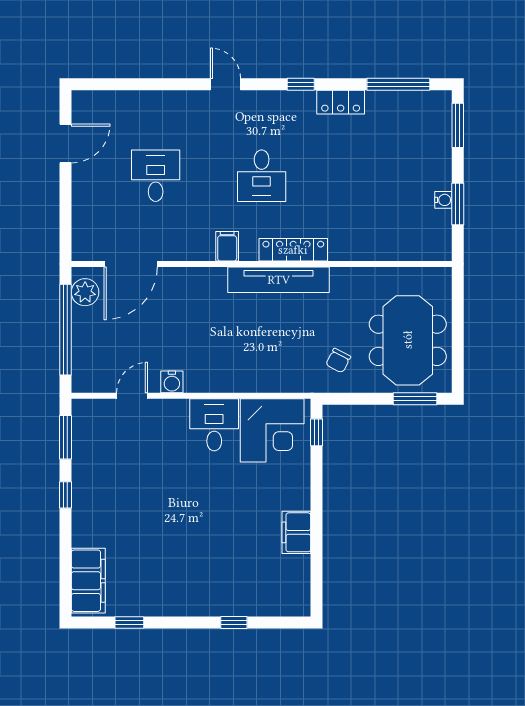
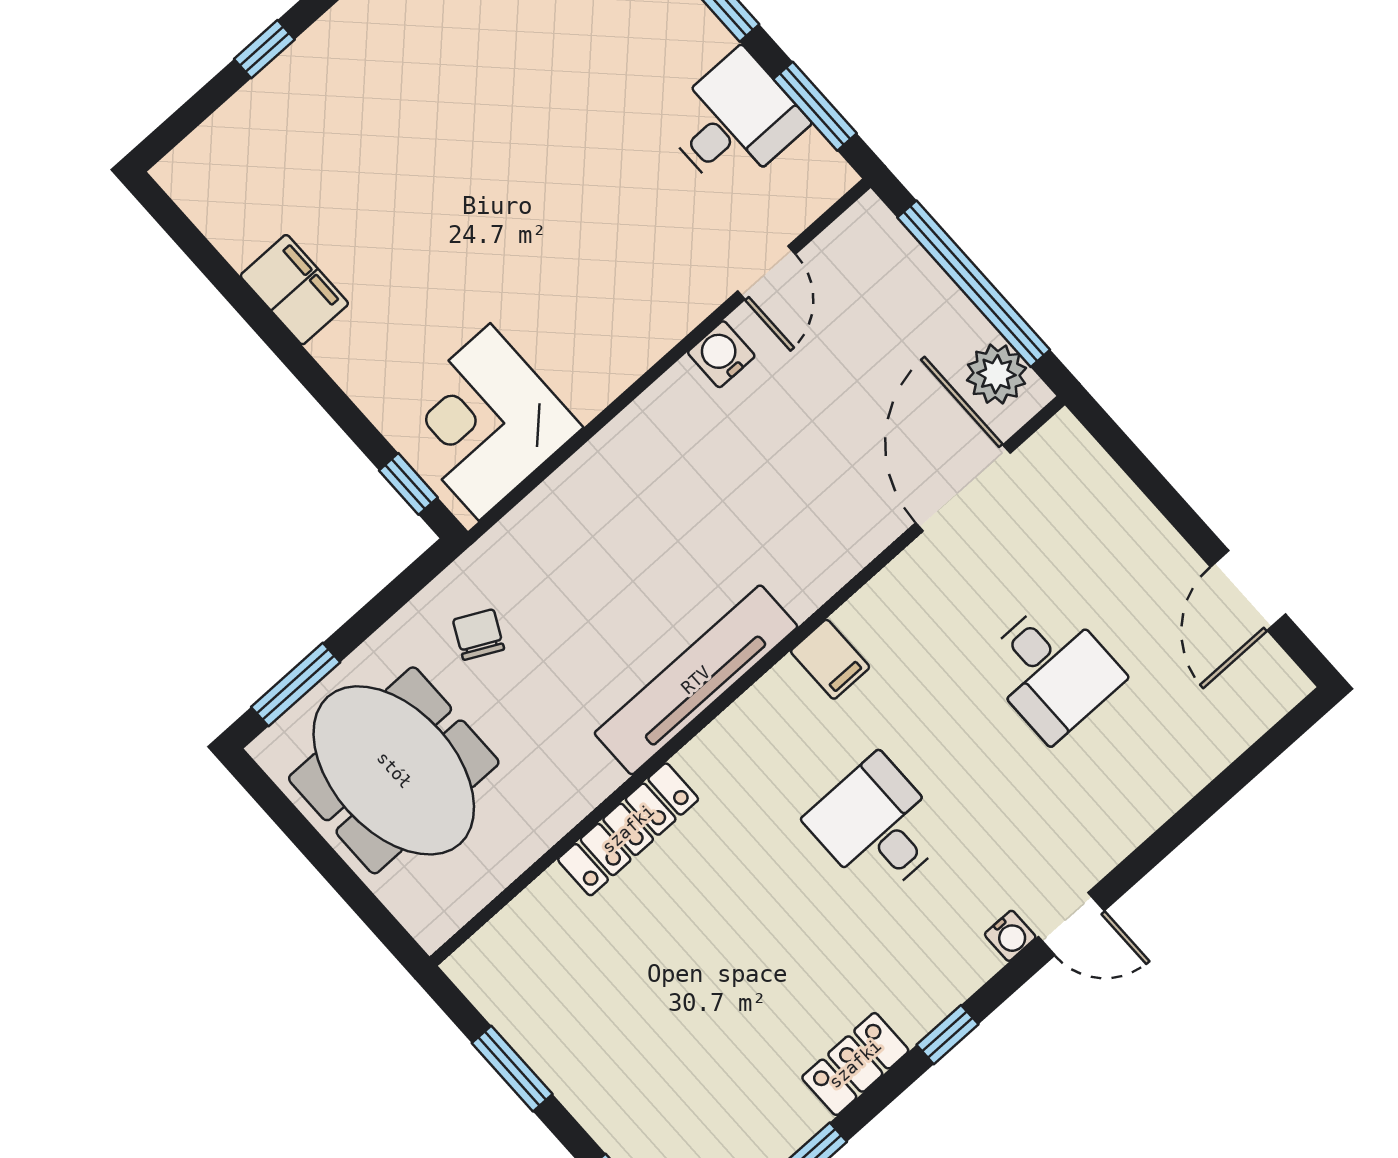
water cooler: (443, 200) -> (1010, 936), moved, turned -90
locker: (293, 250) -> (628, 829), moved
desk: (214, 425) -> (734, 122), moved, turned -90

